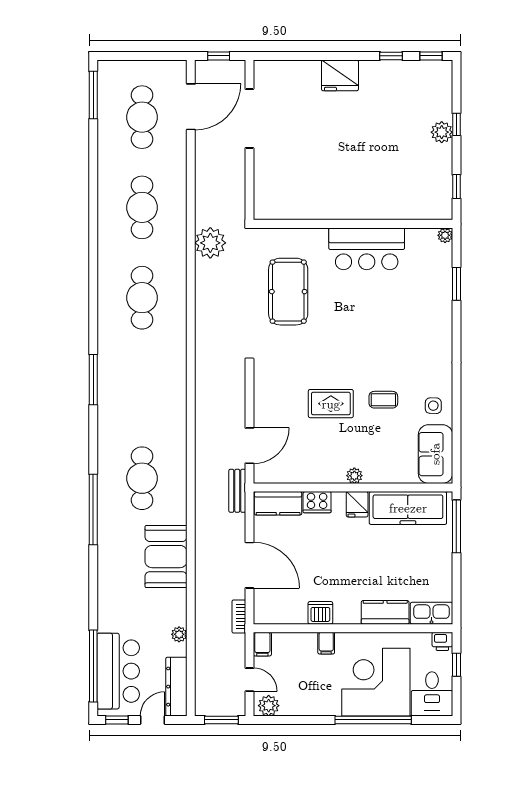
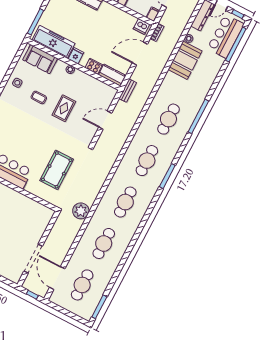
door: (191, 107) -> (57, 278), hinge flipped
cafe table: (142, 388) -> (147, 161), added
rug: (331, 404) -> (64, 108), turned 90
door: (249, 446) -> (105, 120), moved
sofa: (435, 454) -> (40, 59), moved, turned 90
booth: (166, 557) -> (185, 60), moved
door: (249, 565) -> (140, 54), hinge flipped
dishwasher: (320, 613) -> (141, 26), moved

